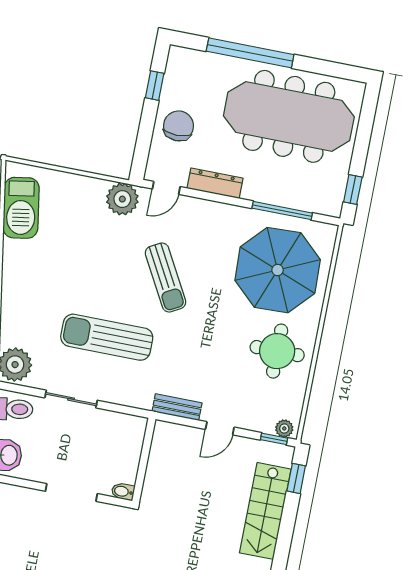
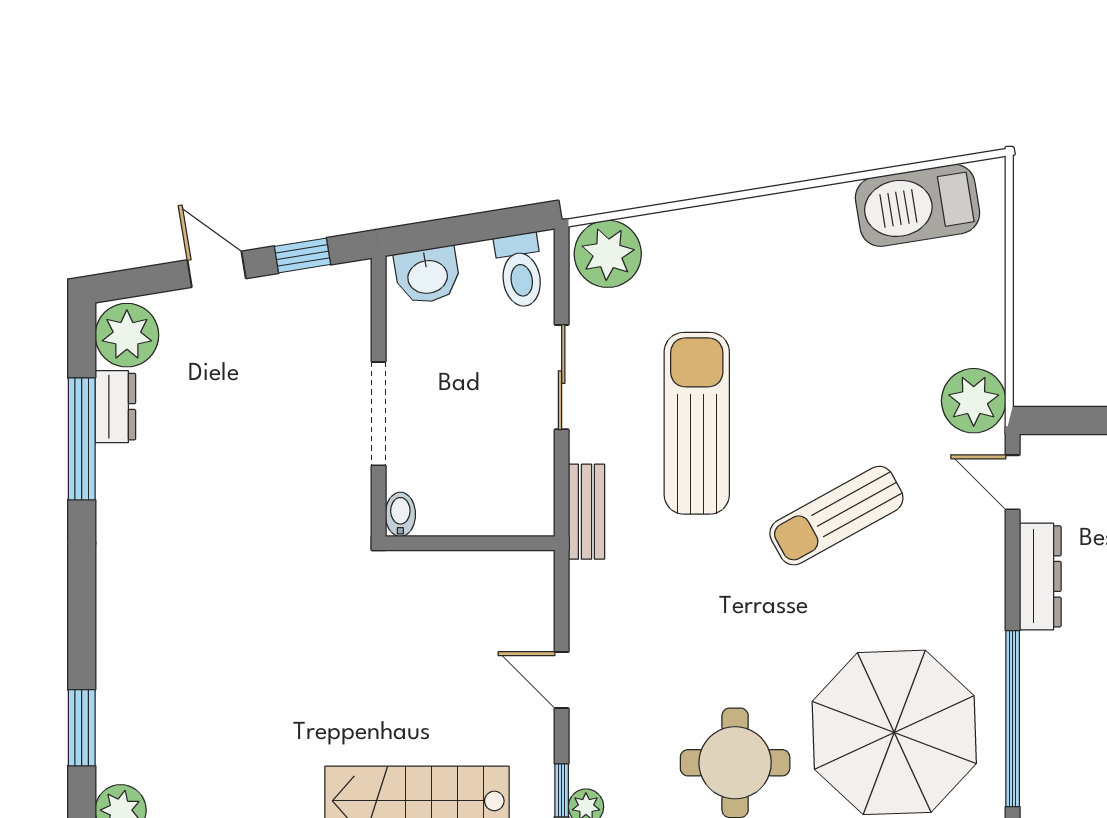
window: (282, 211) -> (1013, 719), width x1.46
bench: (177, 407) -> (586, 512), moved

